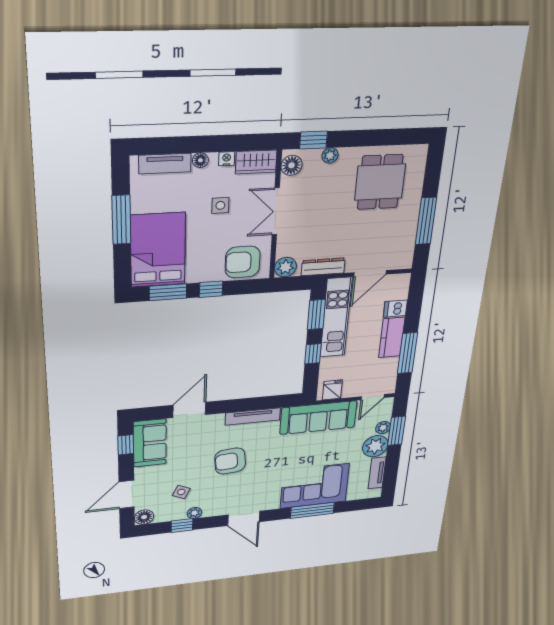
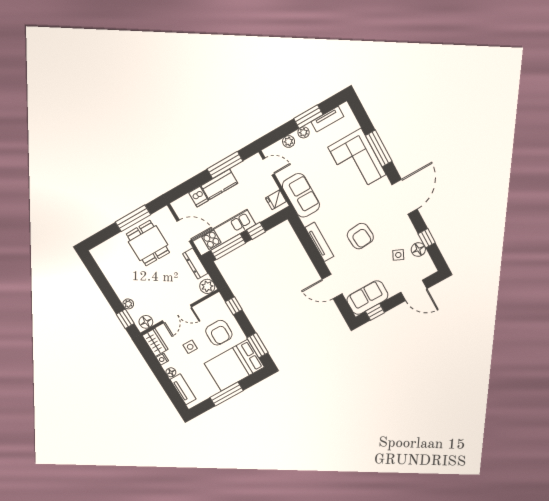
dining table: (380, 182) -> (148, 243), moved, turned 90
armchair: (243, 262) -> (219, 333), moved
window: (211, 289) -> (234, 306), moved
window: (316, 315) -> (228, 247), width x1.44
sofa: (318, 418) -> (301, 195), width x0.73
window: (397, 431) -> (308, 117), moved
plant: (375, 446) -> (304, 132), width x0.53, depth x0.53
plant: (194, 513) -> (413, 236), removed
floor lamp: (144, 517) -> (418, 249), moved
door: (244, 518) -> (405, 197), width x1.36

